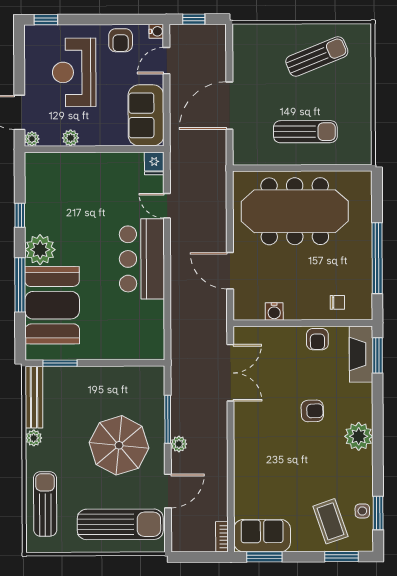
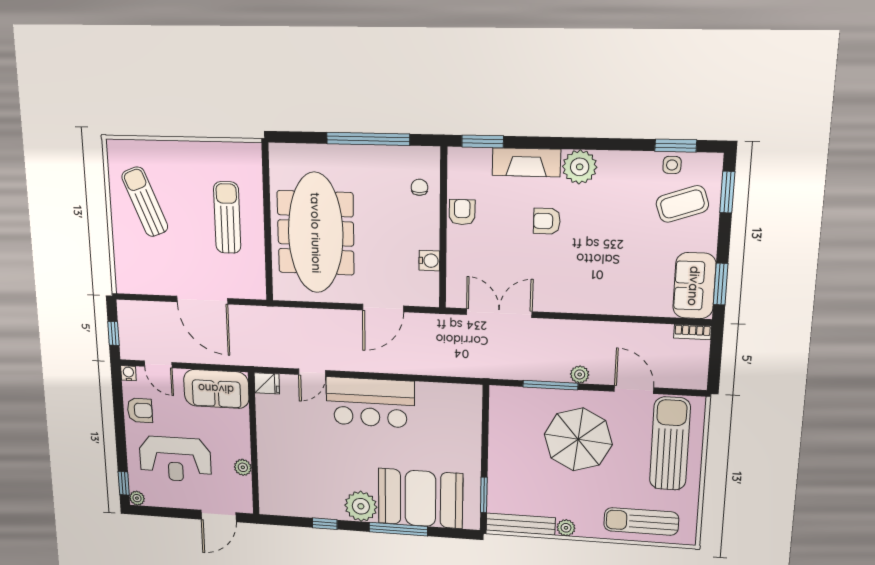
plant: (32, 139) -> (137, 498), moved
armchair: (317, 339) -> (462, 212), turned -90
fireplace: (361, 354) -> (526, 162), moved
armchair: (312, 411) -> (547, 221), turned -88

